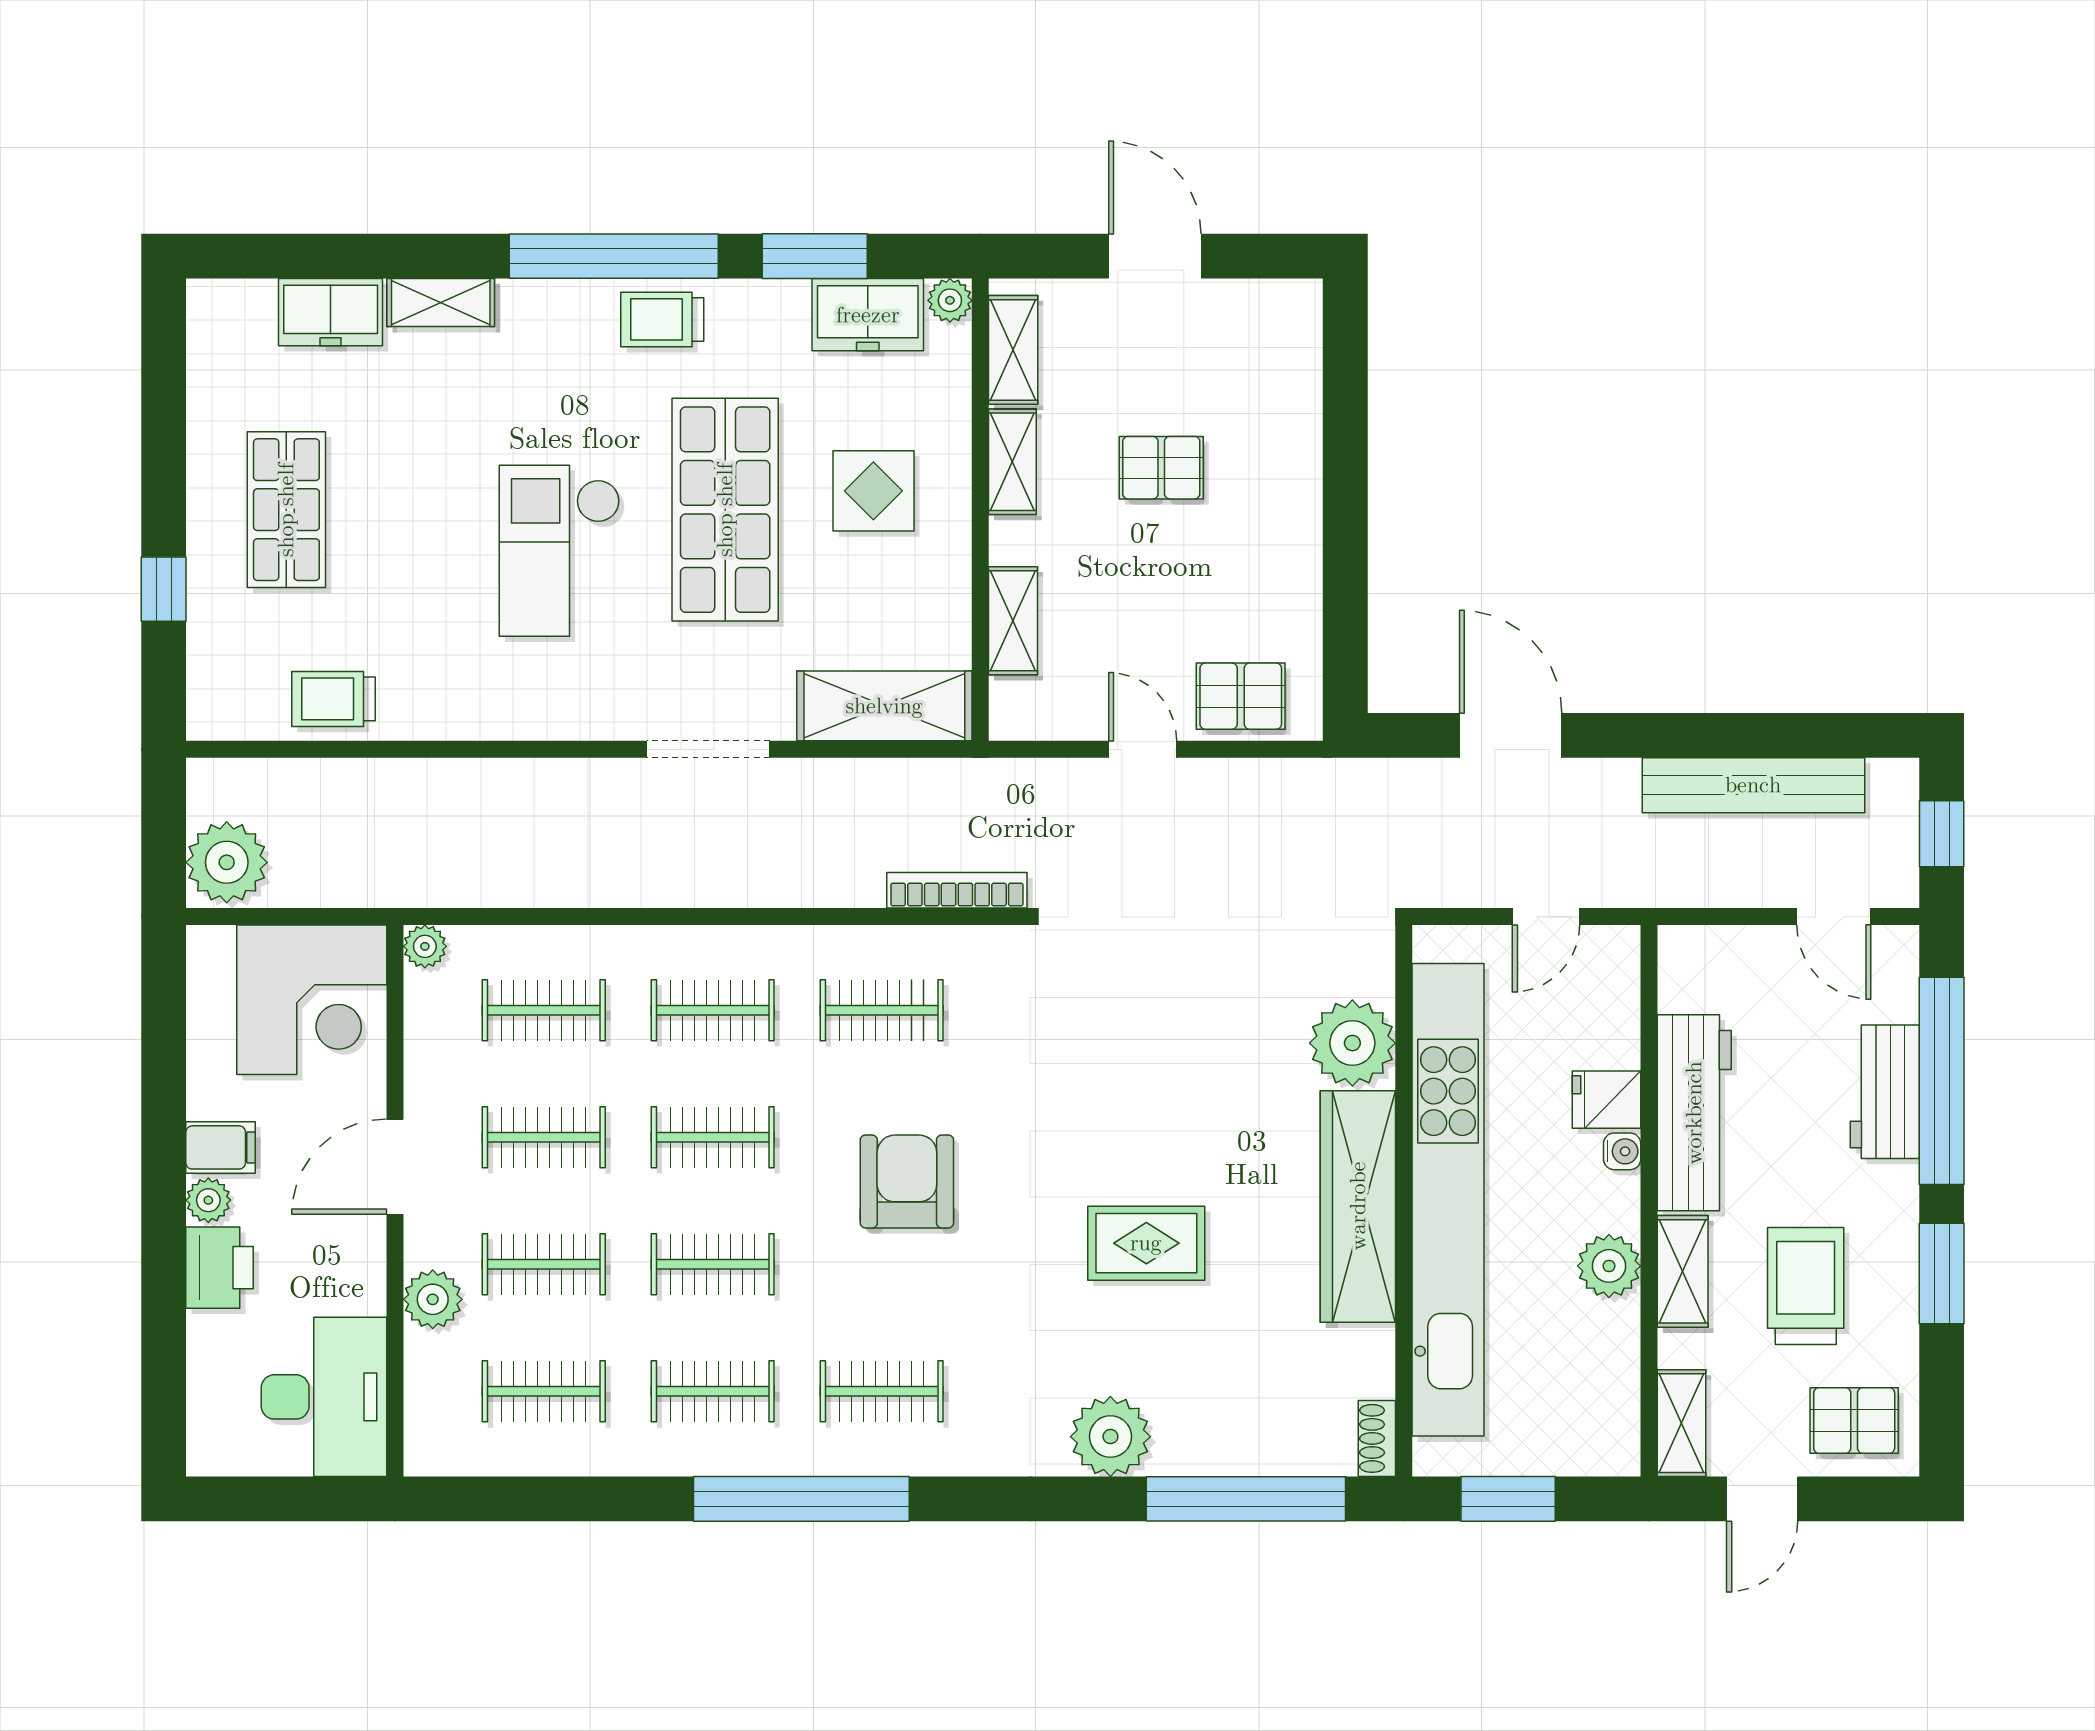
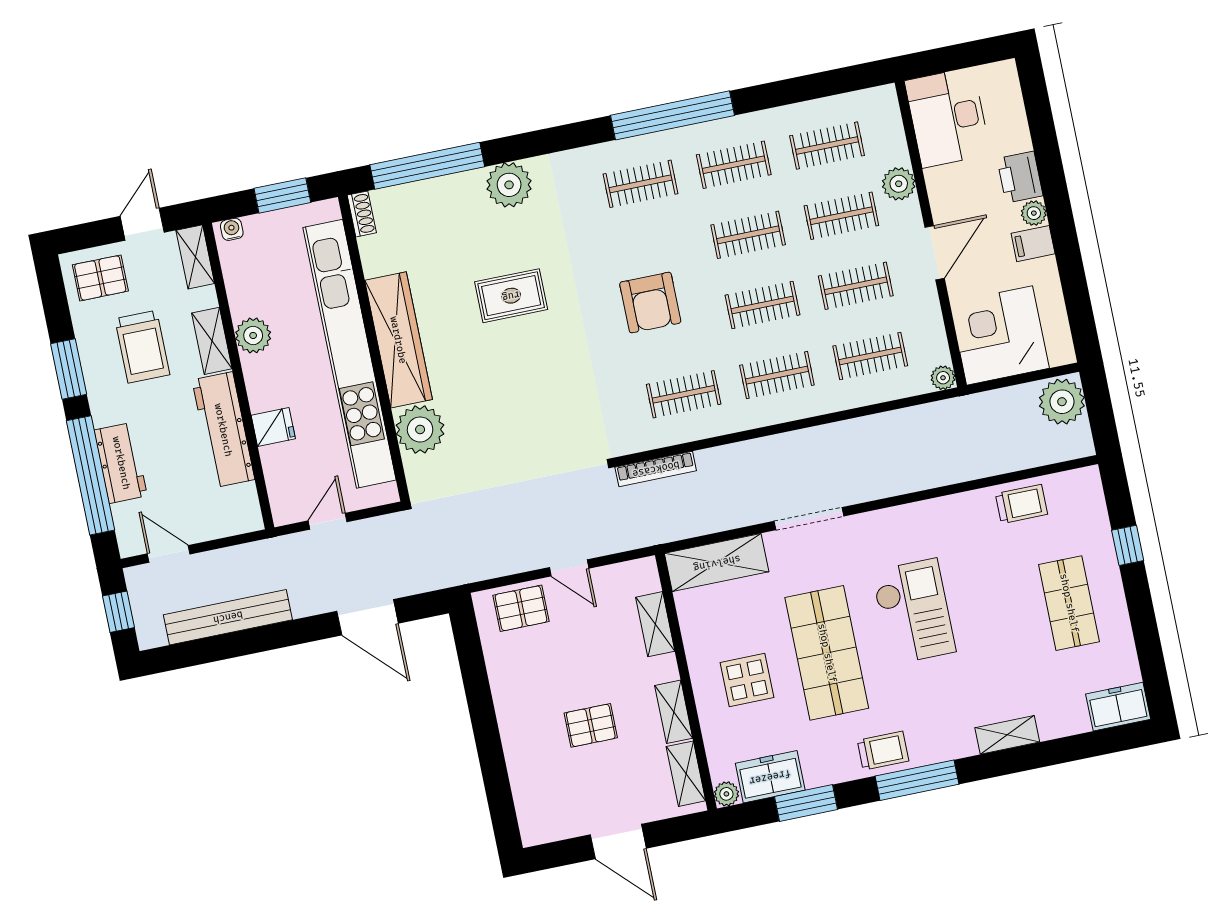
window: (614, 256) -> (917, 780), width x0.68
freezer: (331, 312) -> (1118, 707), moved
water cooler: (1622, 1151) -> (232, 229), moved, turned 90

